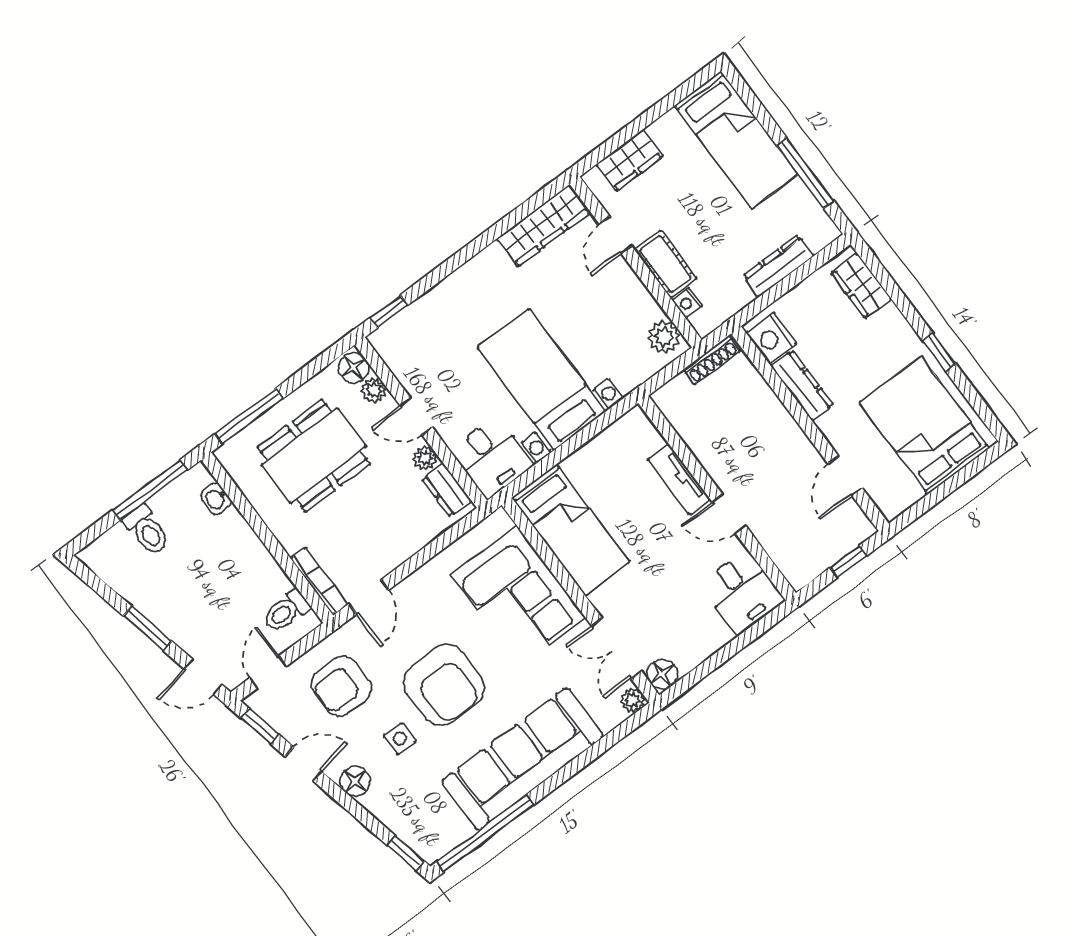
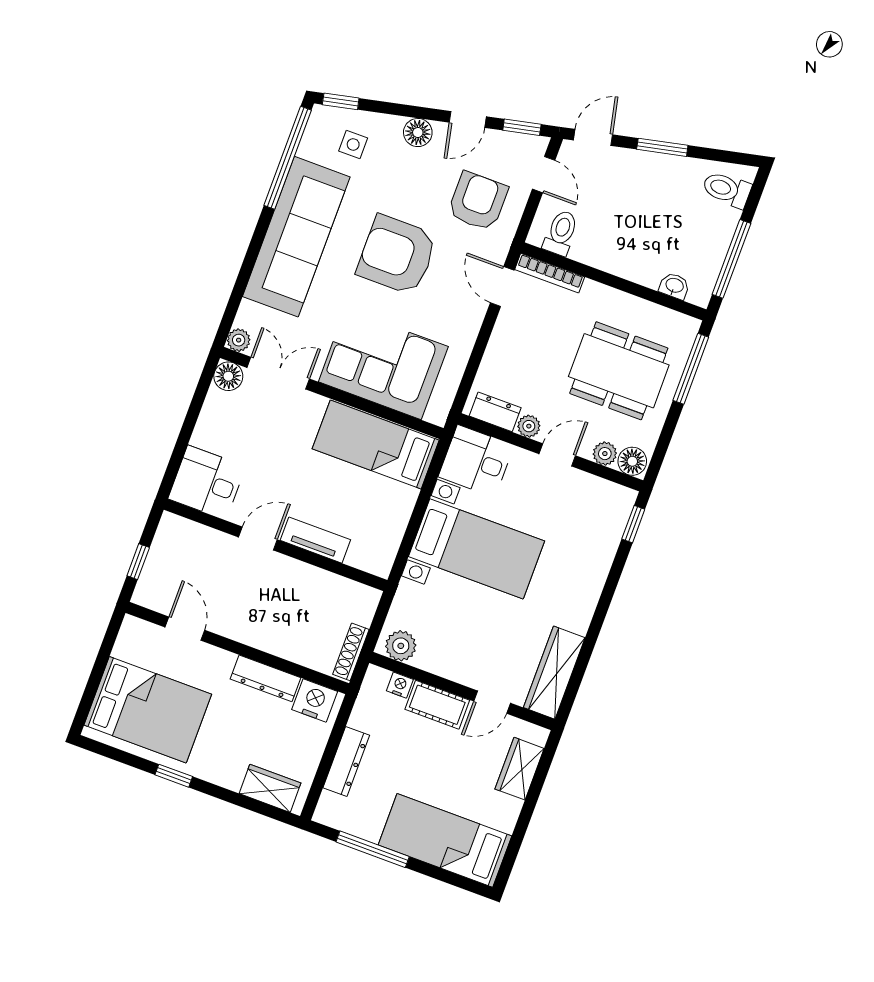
door: (616, 235) -> (492, 702), swing flipped
dining table: (314, 456) -> (619, 371), turned 90
toilet: (147, 530) -> (727, 189), moved
side table: (400, 739) -> (353, 144), moved

